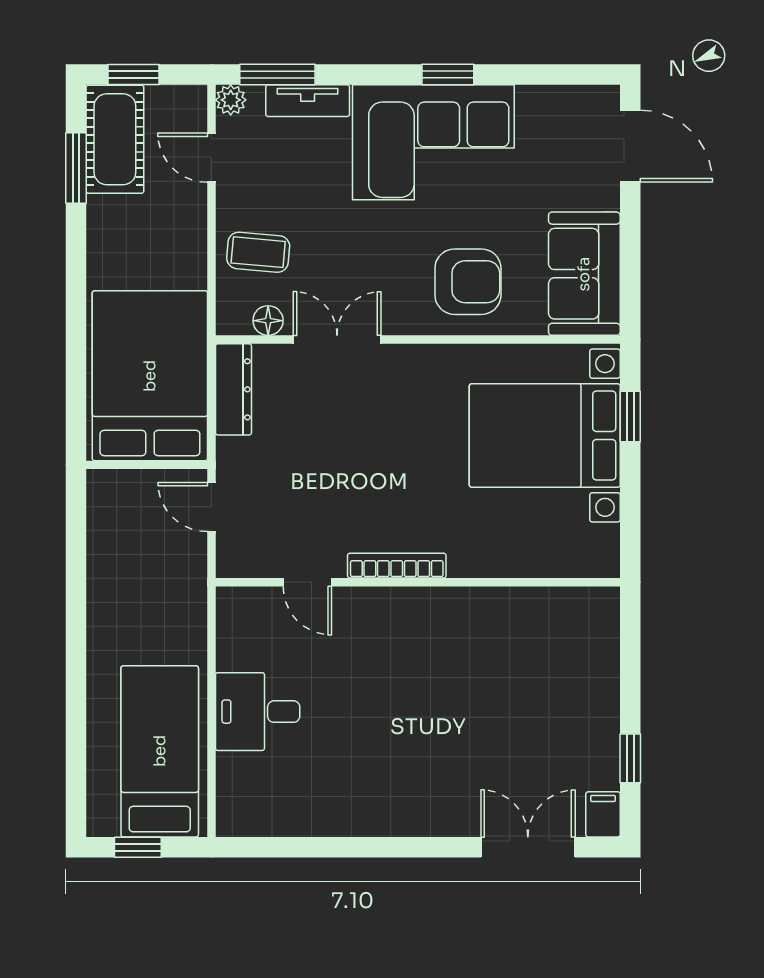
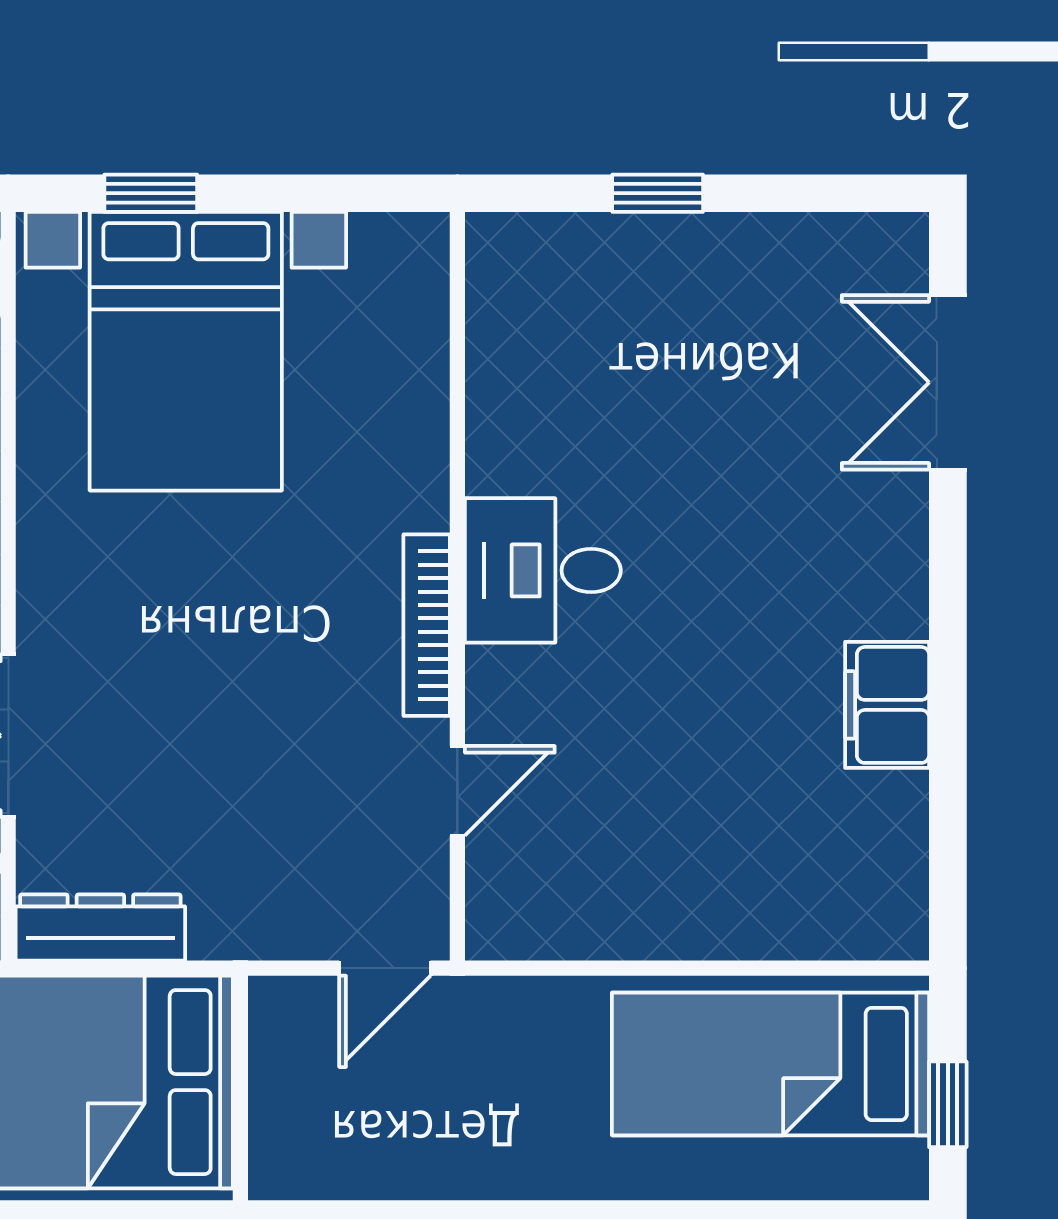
door: (211, 507) -> (385, 968), moved
desk: (258, 712) -> (543, 570), moved, turned 90
window: (630, 758) -> (658, 193), moved
filing cabinet: (603, 814) -> (887, 705), moved, width x2.00

